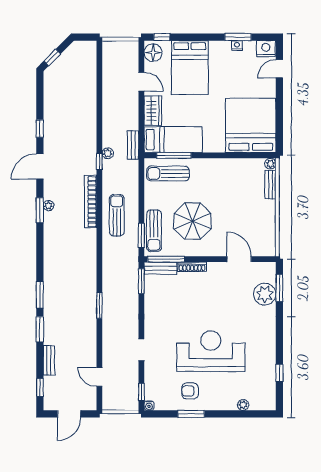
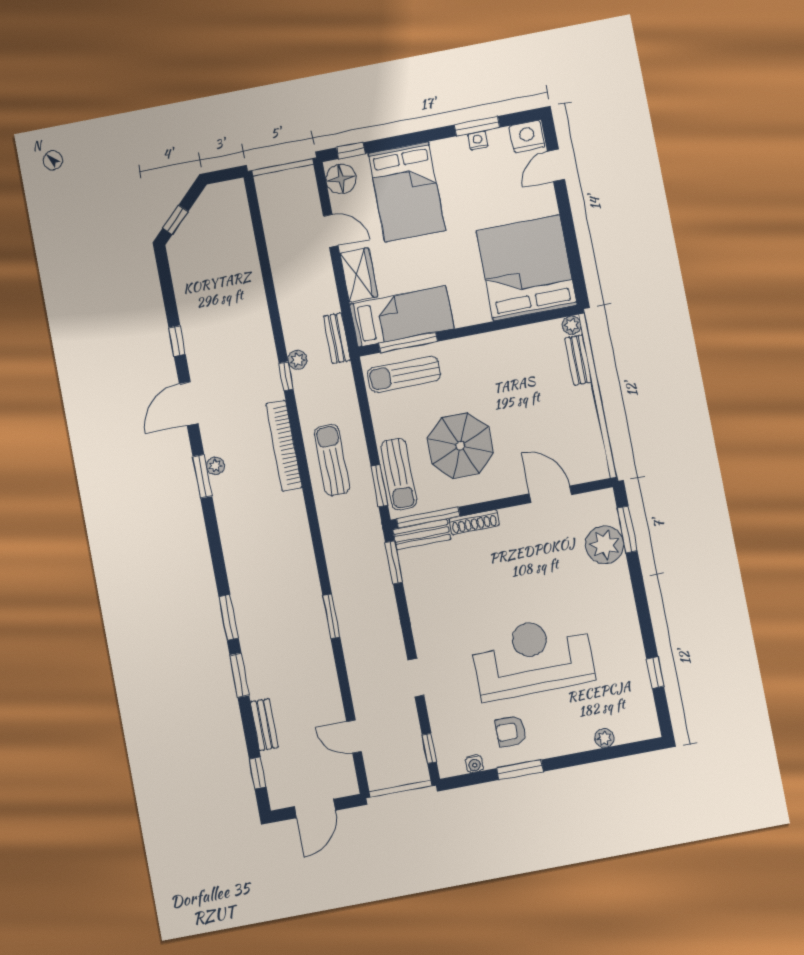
water cooler: (149, 406) -> (474, 764), moved

